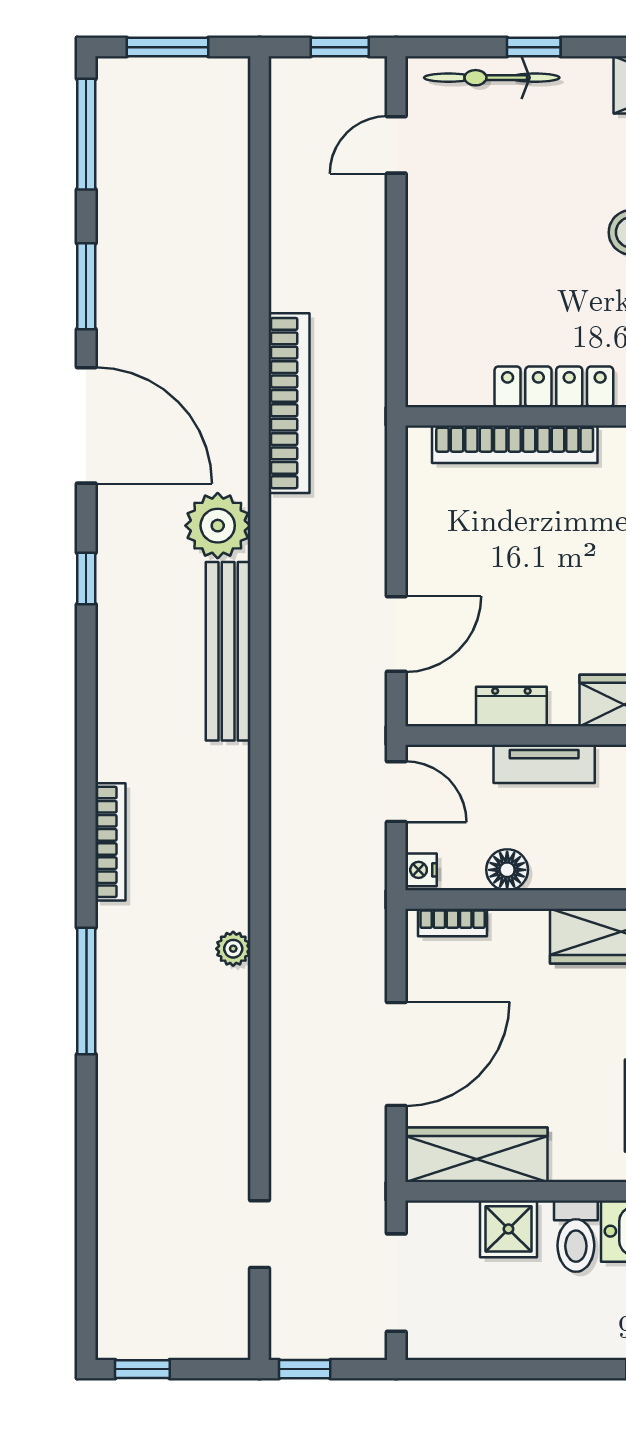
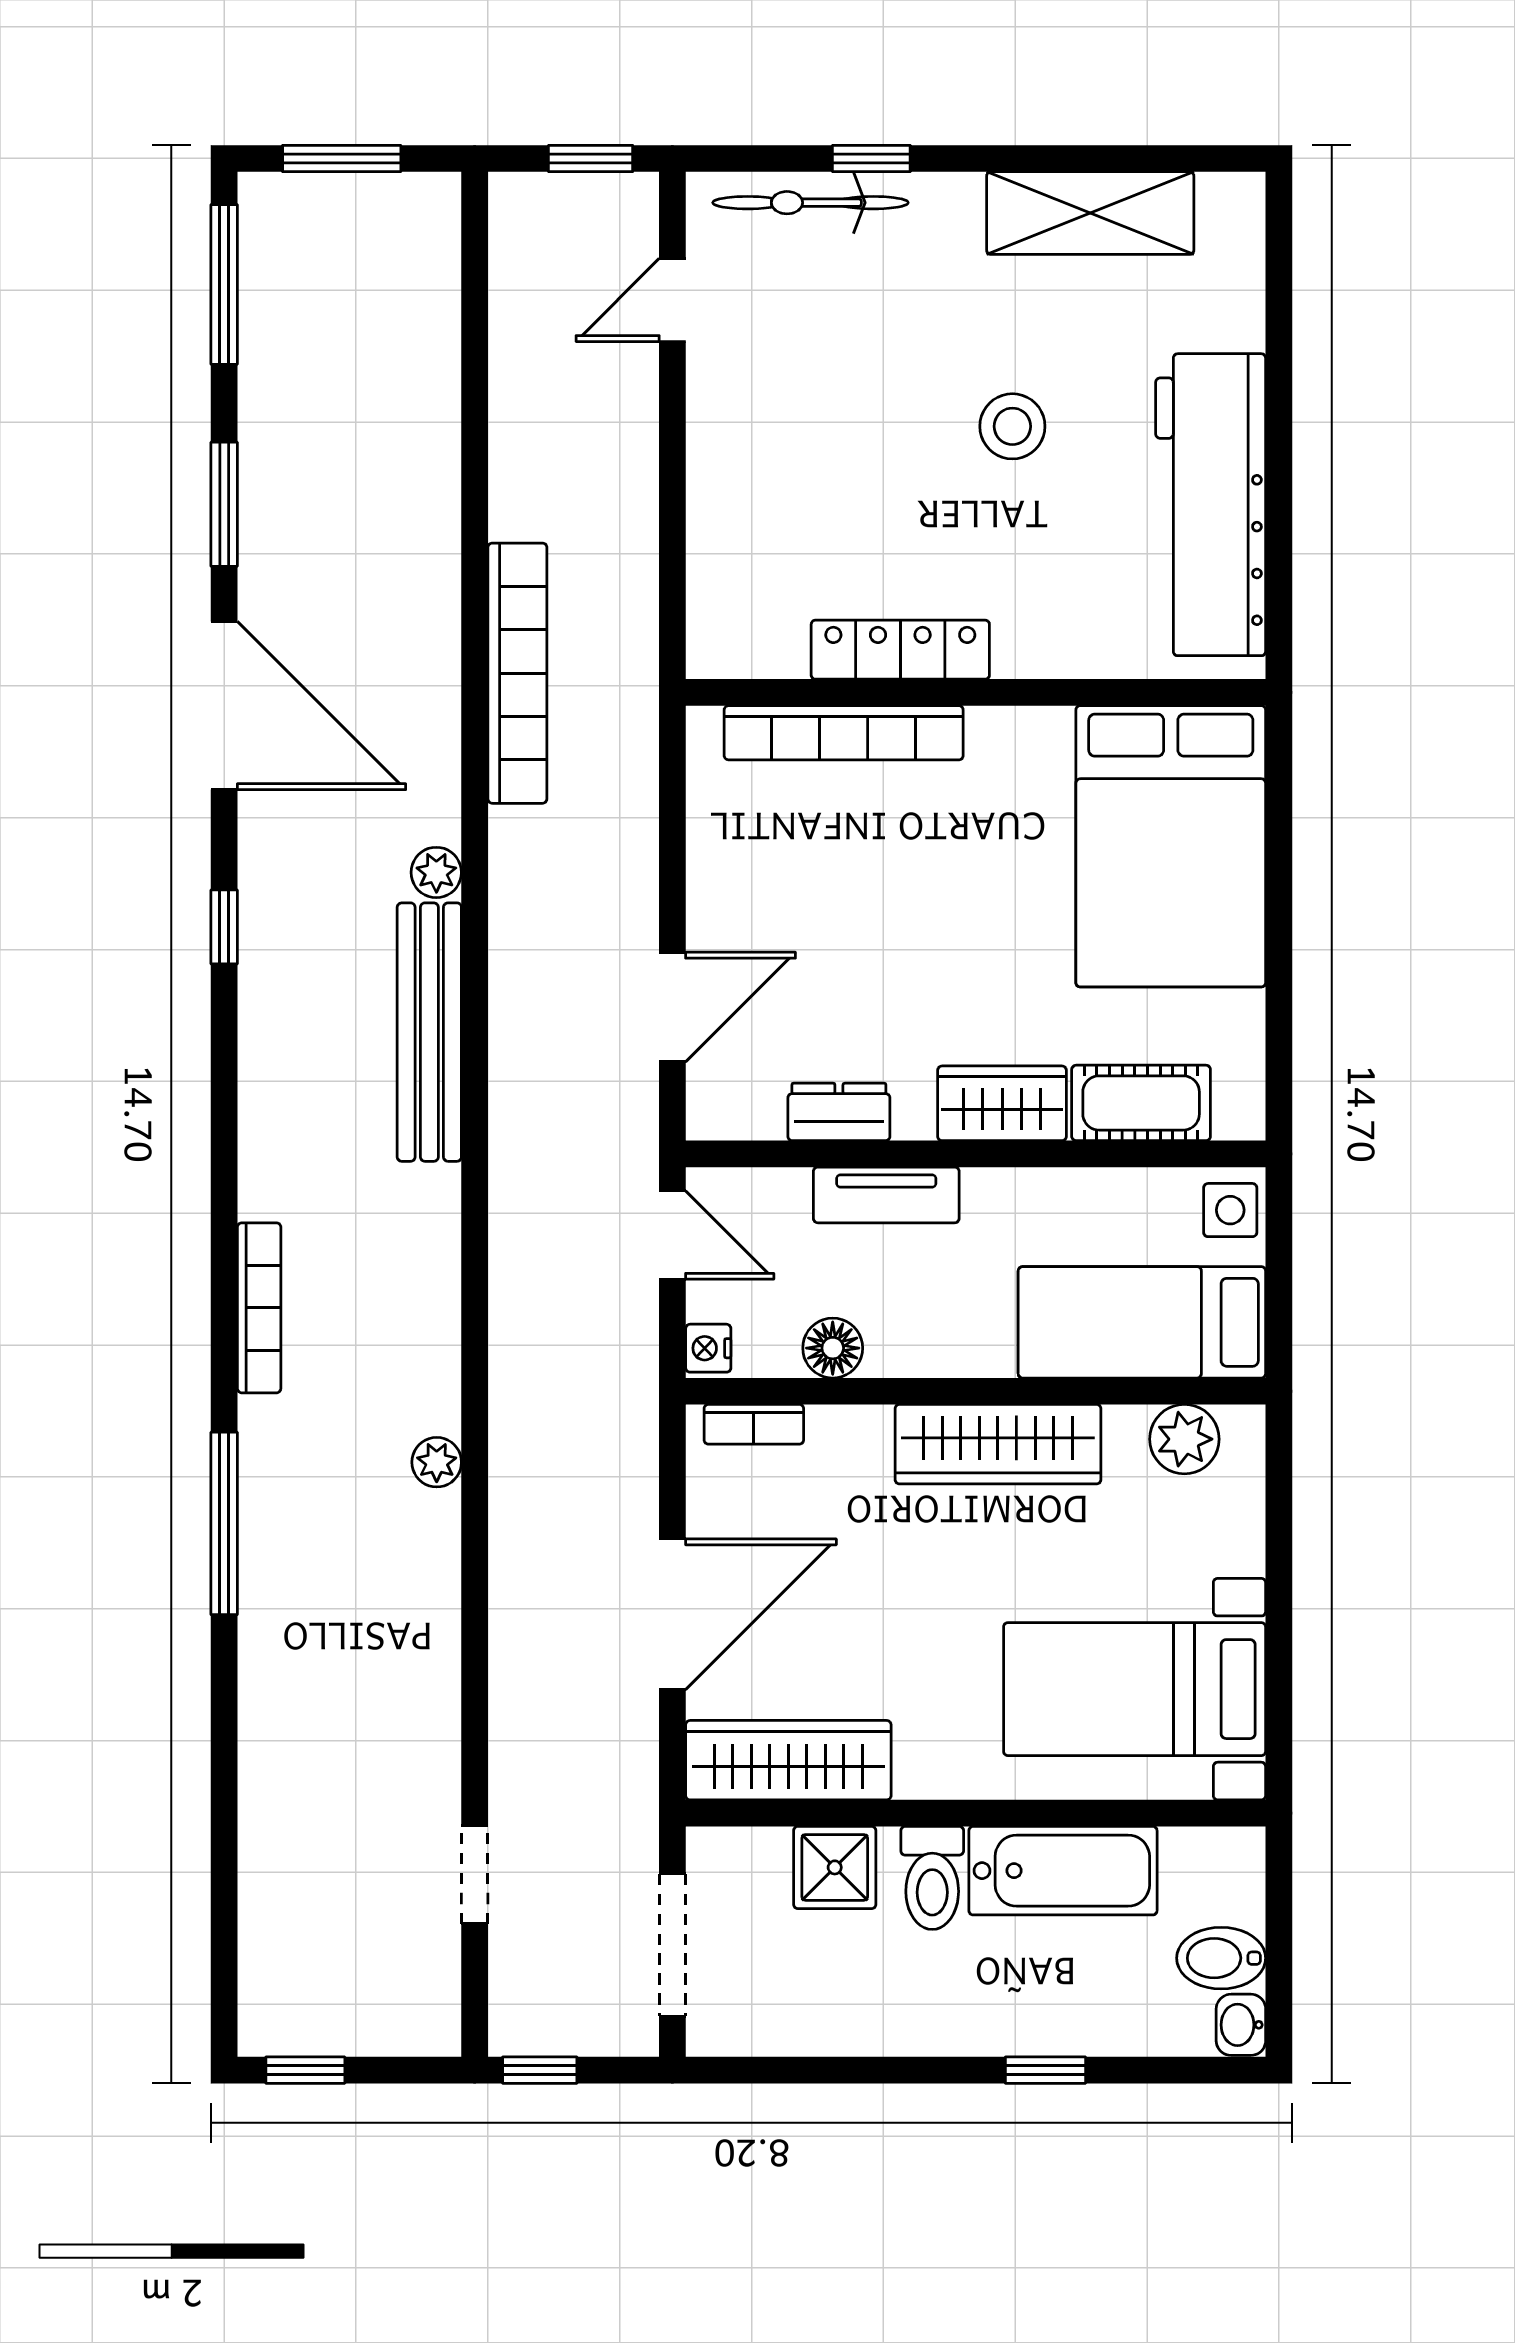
plant: (218, 526) -> (436, 872), width x0.53, depth x0.53

